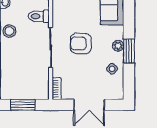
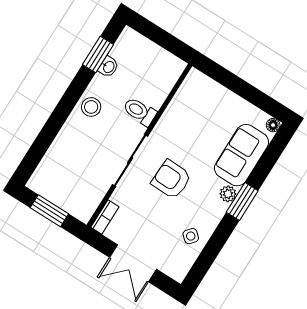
plant: (118, 46) -> (228, 194), moved
window: (129, 51) -> (242, 202), moved

